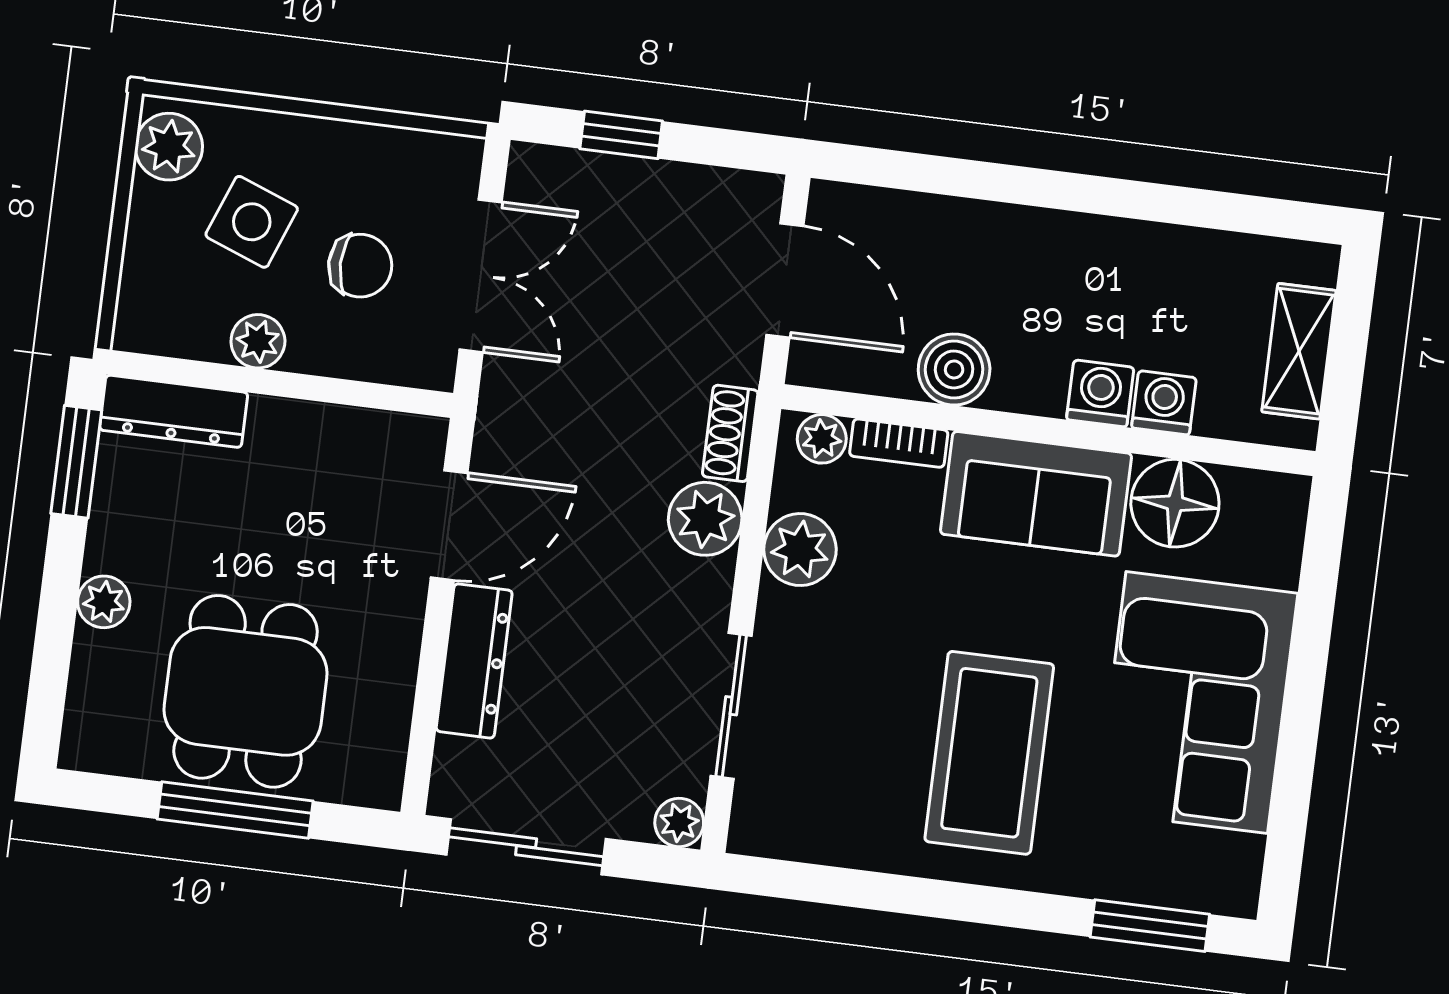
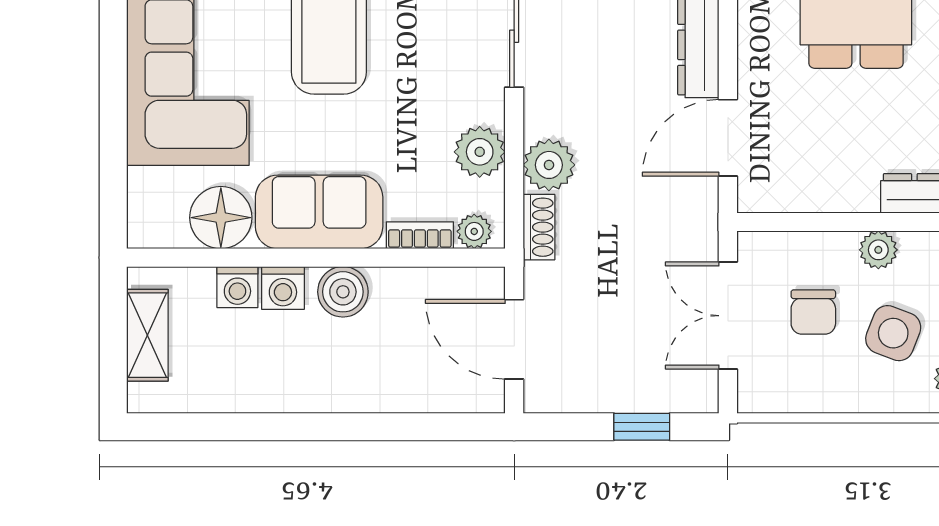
chair: (360, 266) -> (813, 312), turned -90
boiler: (954, 369) -> (343, 292), moved

